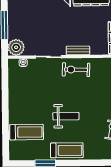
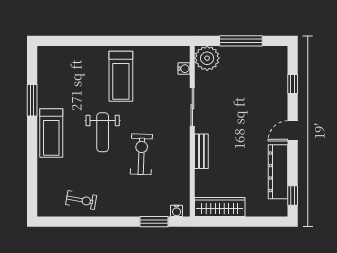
exercise bike: (76, 70) -> (141, 154), moved
treadmill: (27, 132) -> (121, 76), moved

